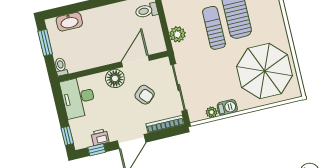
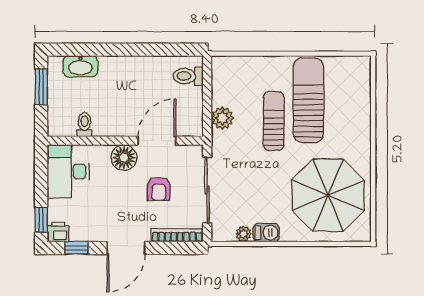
toilet: (61, 67) -> (84, 125), moved
armchair: (145, 95) -> (159, 189), turned 41
printer: (100, 137) -> (58, 232), moved

